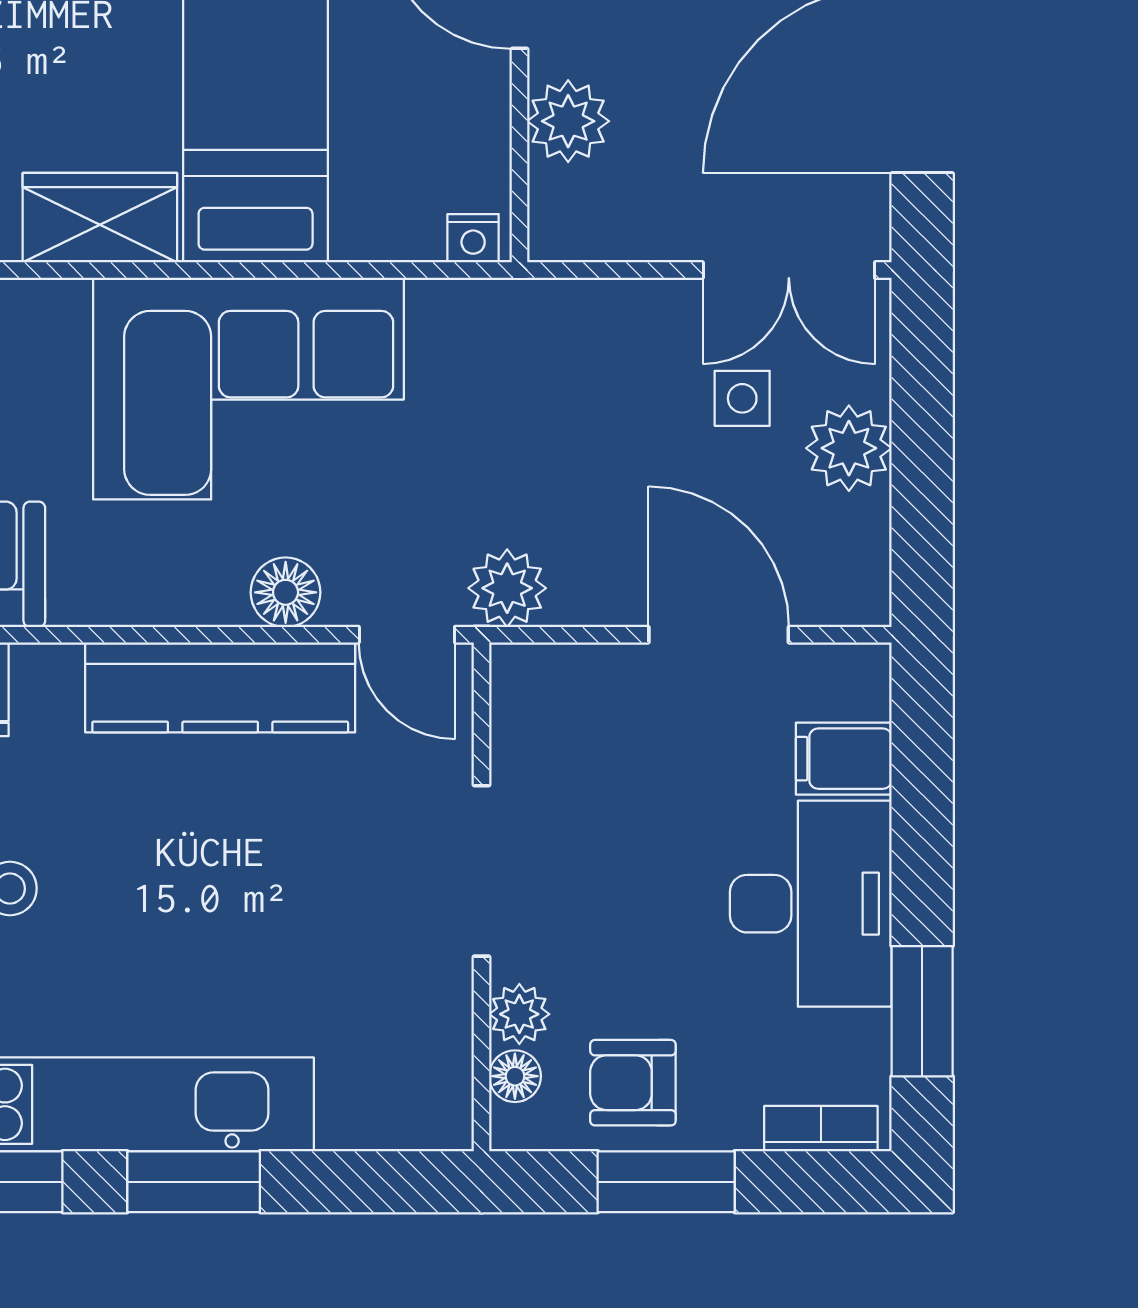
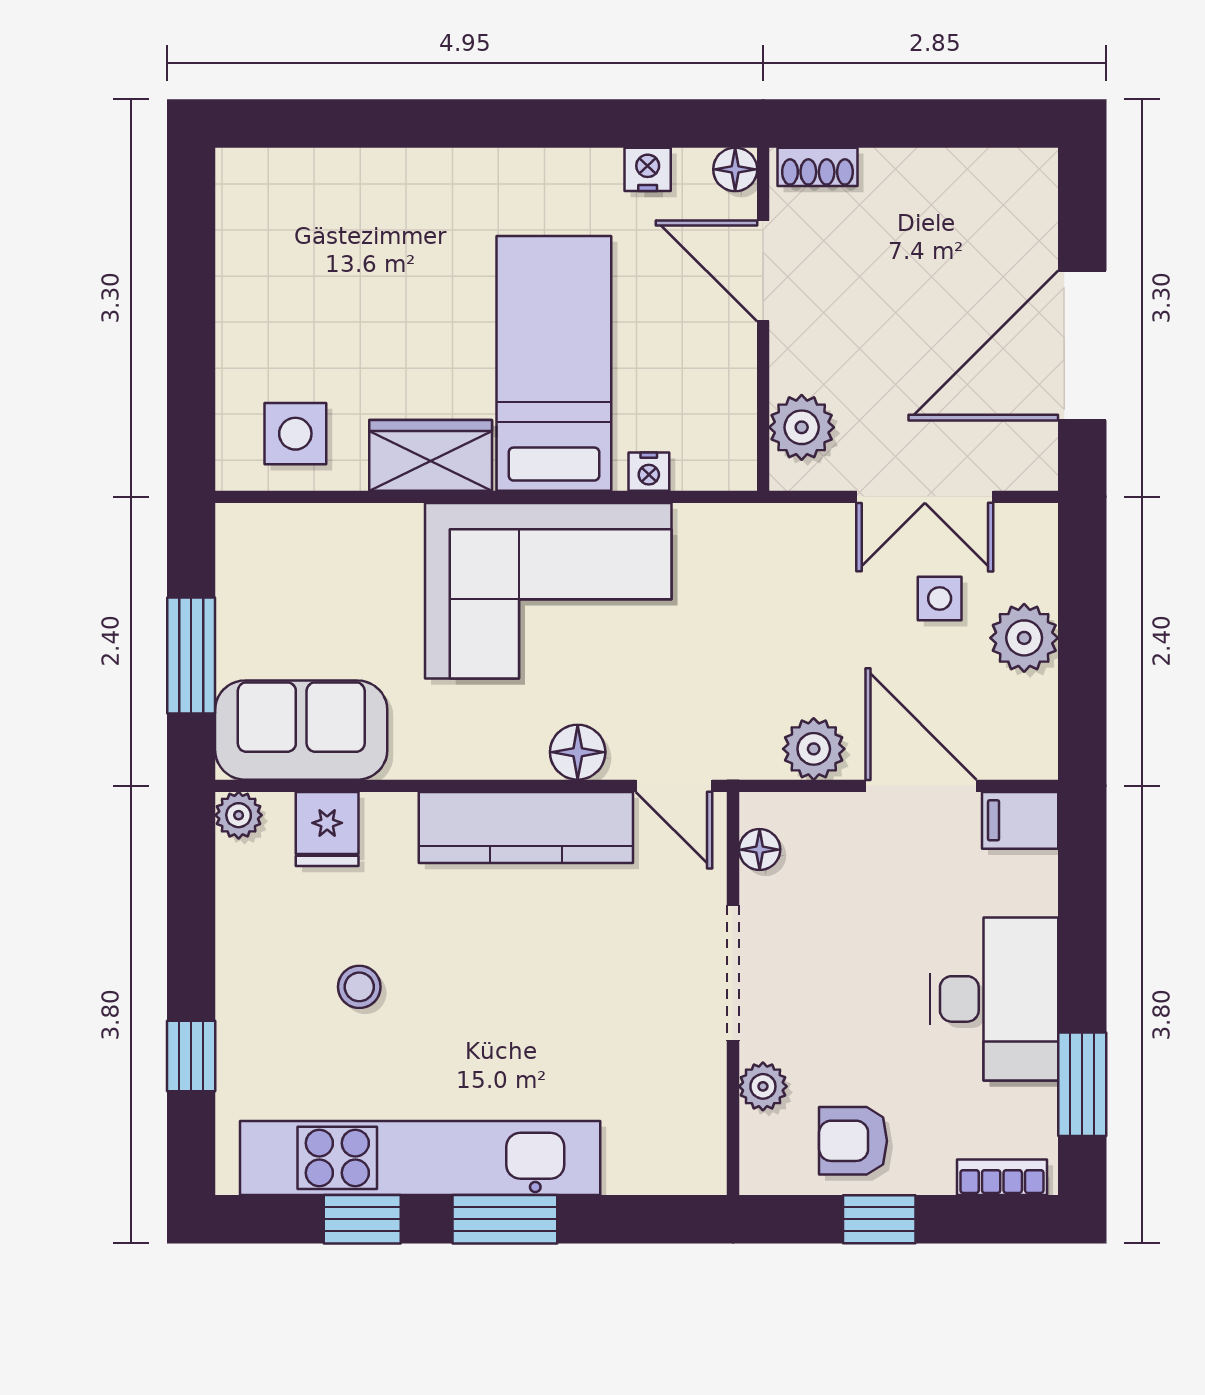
plant: (568, 121) -> (802, 427), moved
nightstand: (473, 238) -> (649, 472), moved
double door: (789, 270) -> (925, 497), moved
plant: (507, 588) -> (814, 749), moved
filing cabinet: (844, 759) -> (1020, 820), moved
floor lamp: (515, 1076) -> (760, 850), moved
window: (666, 1182) -> (879, 1219), width x0.67

